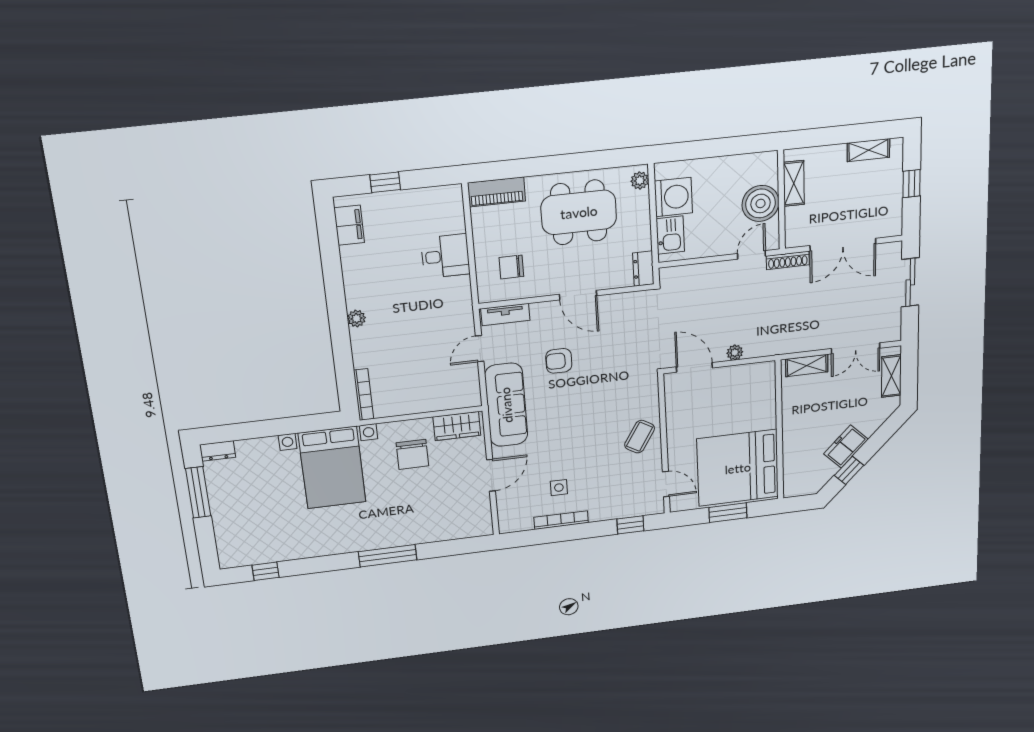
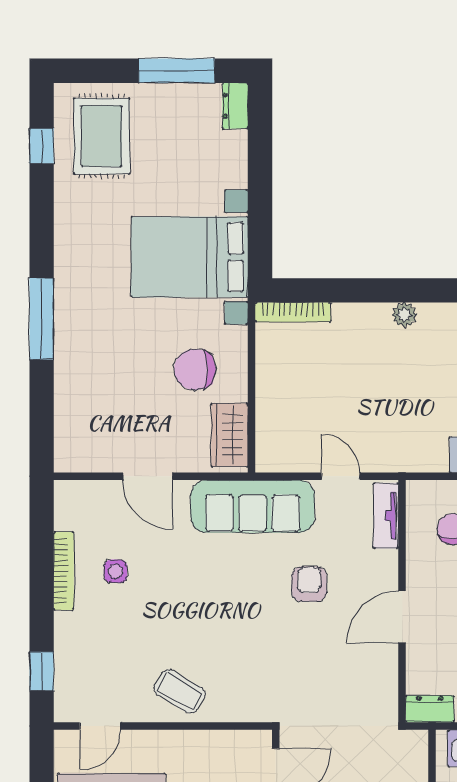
rug: (253, 535) -> (102, 136), added

